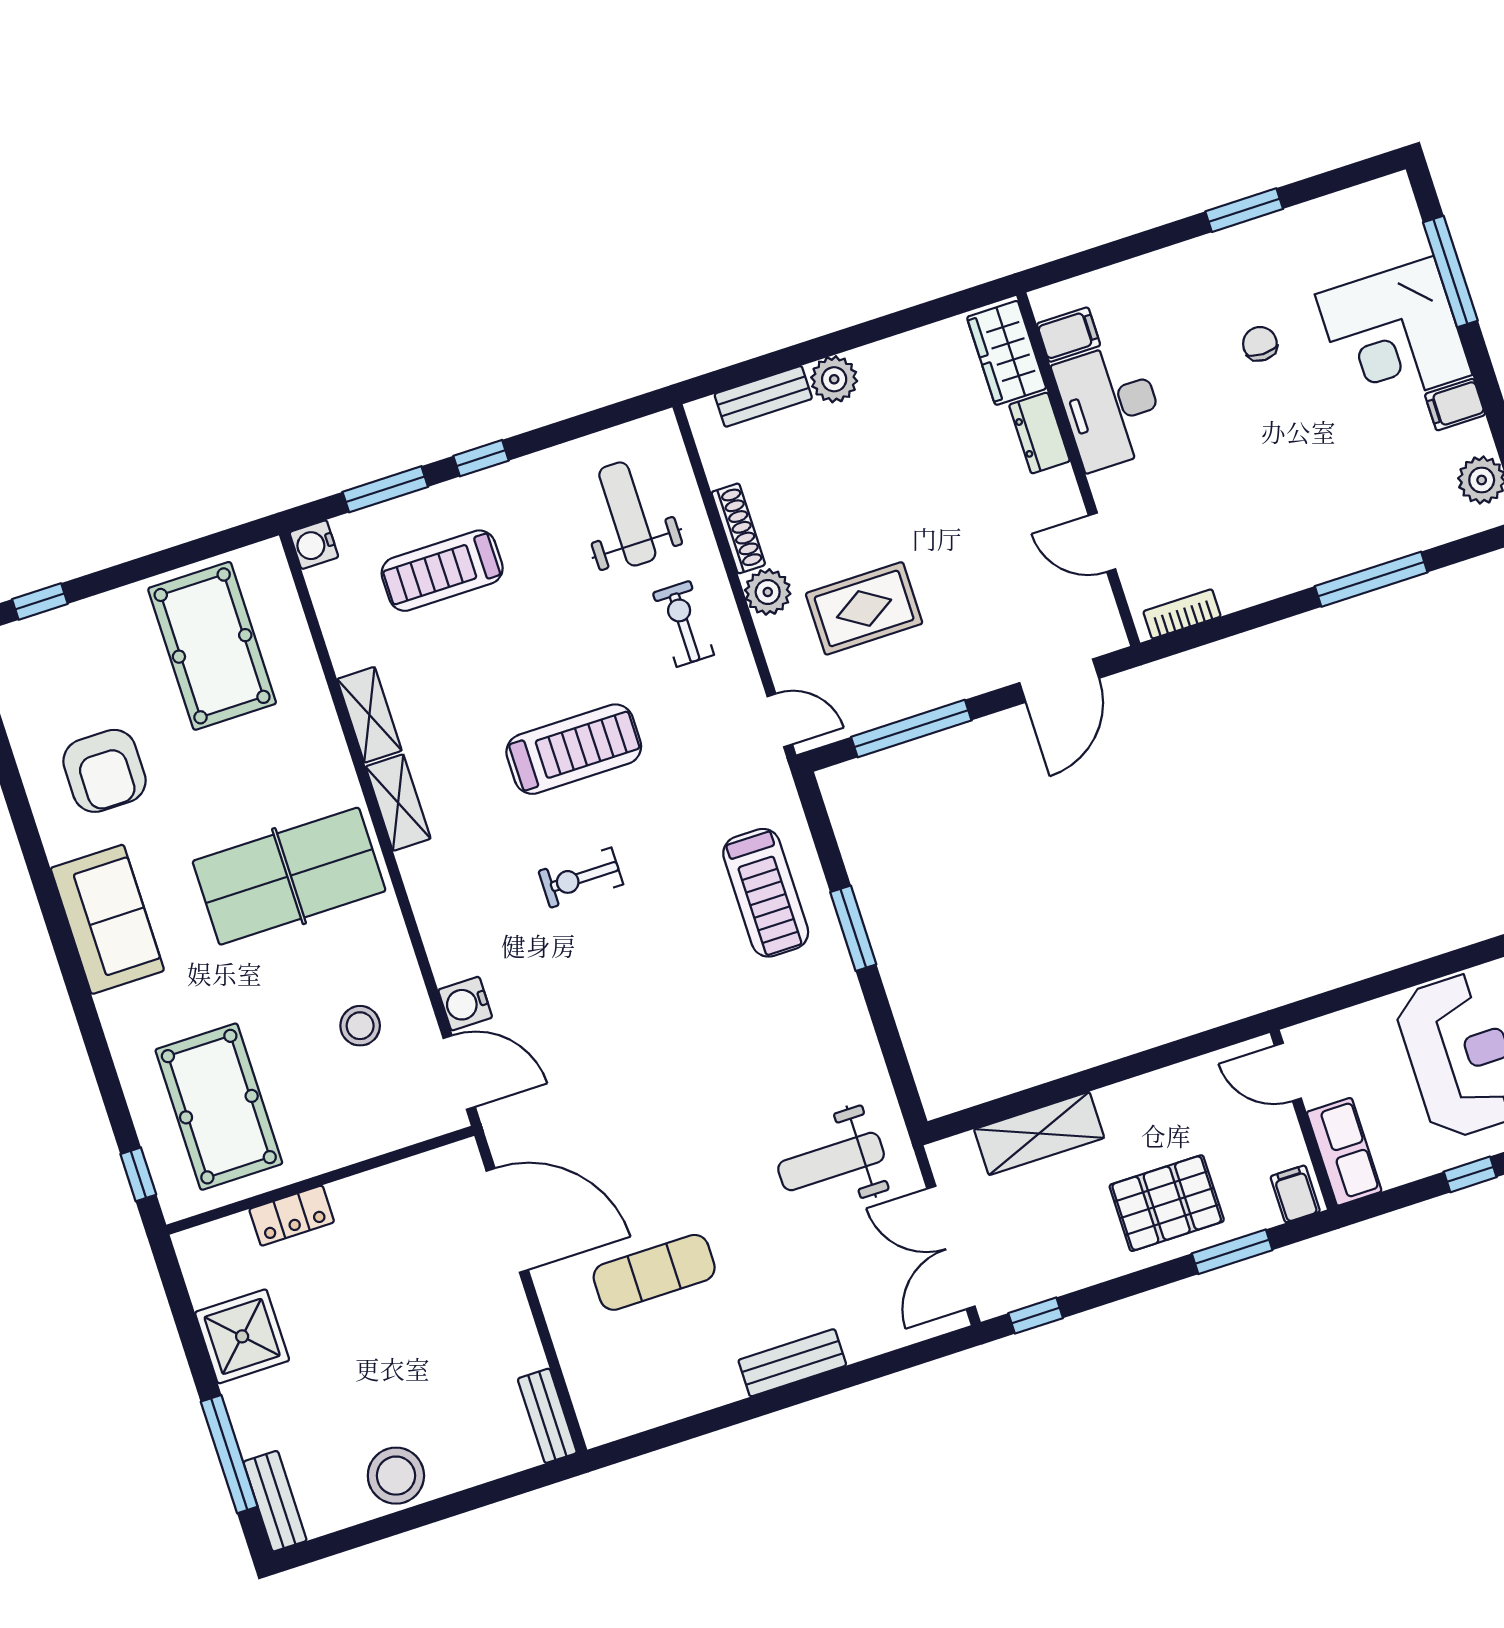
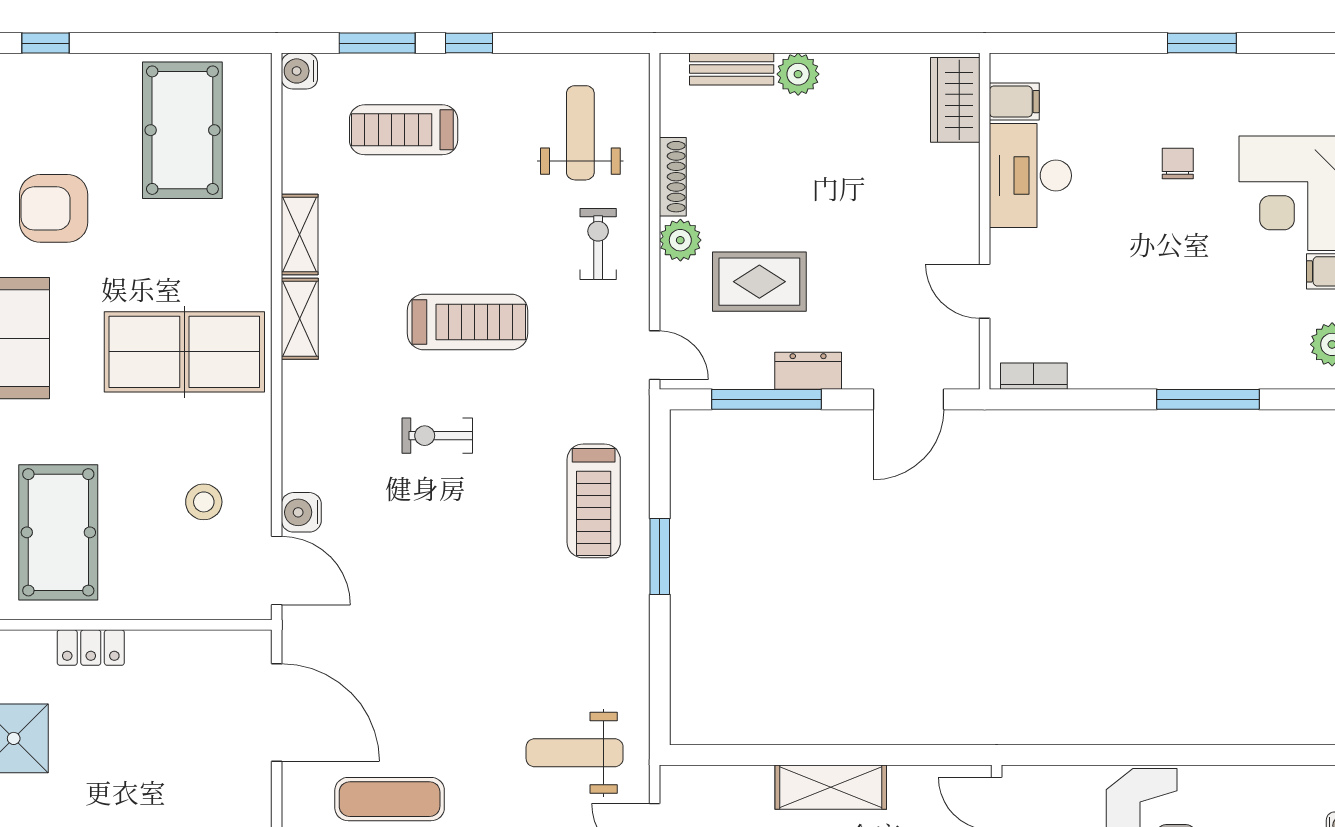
dresser: (1039, 433) -> (808, 371), moved, turned 90
armchair: (104, 771) -> (54, 208), turned 90
shelving: (1039, 1134) -> (831, 787), moved

